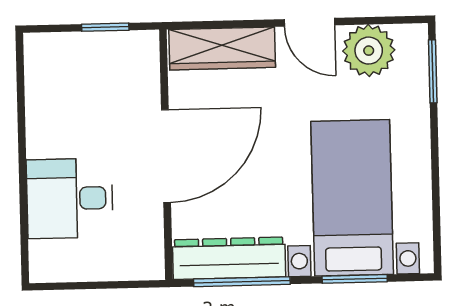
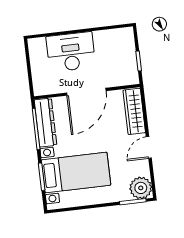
plant: (369, 51) -> (141, 188), moved
door: (166, 156) -> (86, 92), hinge flipped
desk: (70, 198) -> (71, 52), width x1.37

